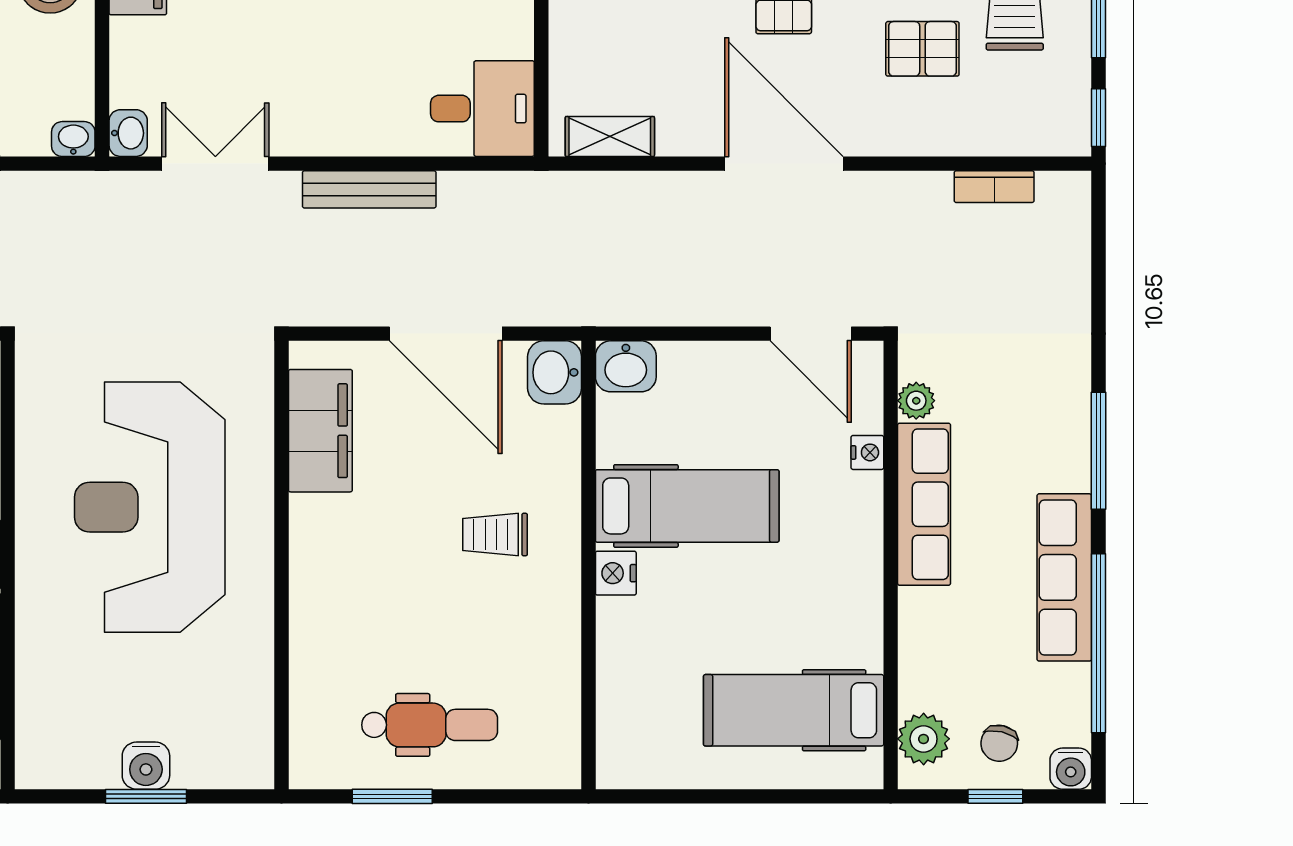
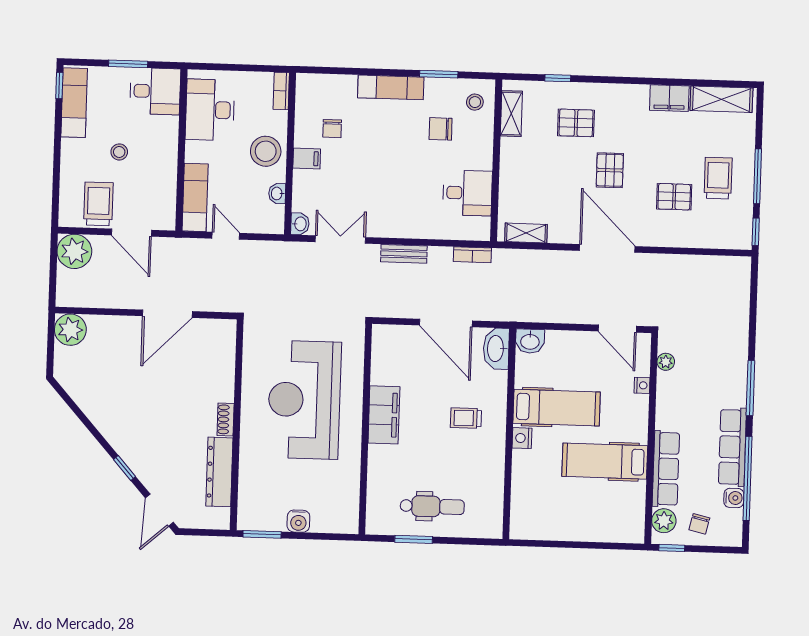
desk: (482, 109) -> (467, 193), moved
washbasin: (73, 139) -> (277, 193), moved, turned -90
bookcase: (994, 187) -> (472, 255), moved
bench: (369, 189) -> (404, 254), width x0.73
washbasin: (555, 372) -> (496, 349), width x1.38
filing cabinet: (320, 431) -> (384, 415), moved
row of seats: (924, 504) -> (666, 469), moved
hospital bed: (794, 710) -> (605, 461), moved
water cooler: (1071, 769) -> (734, 498), moved, turned -90
window: (146, 796) -> (262, 534), moved
window: (995, 796) -> (672, 548), moved

